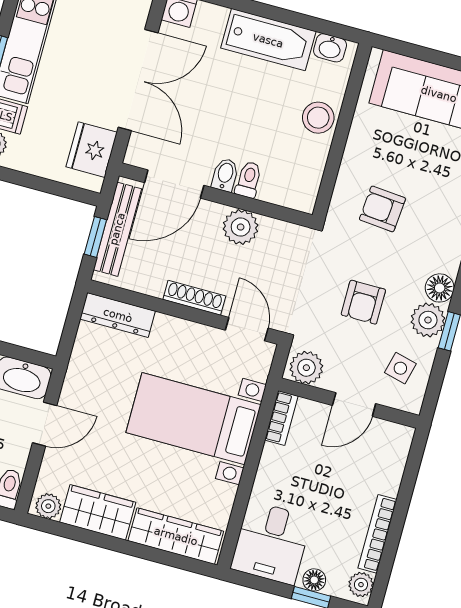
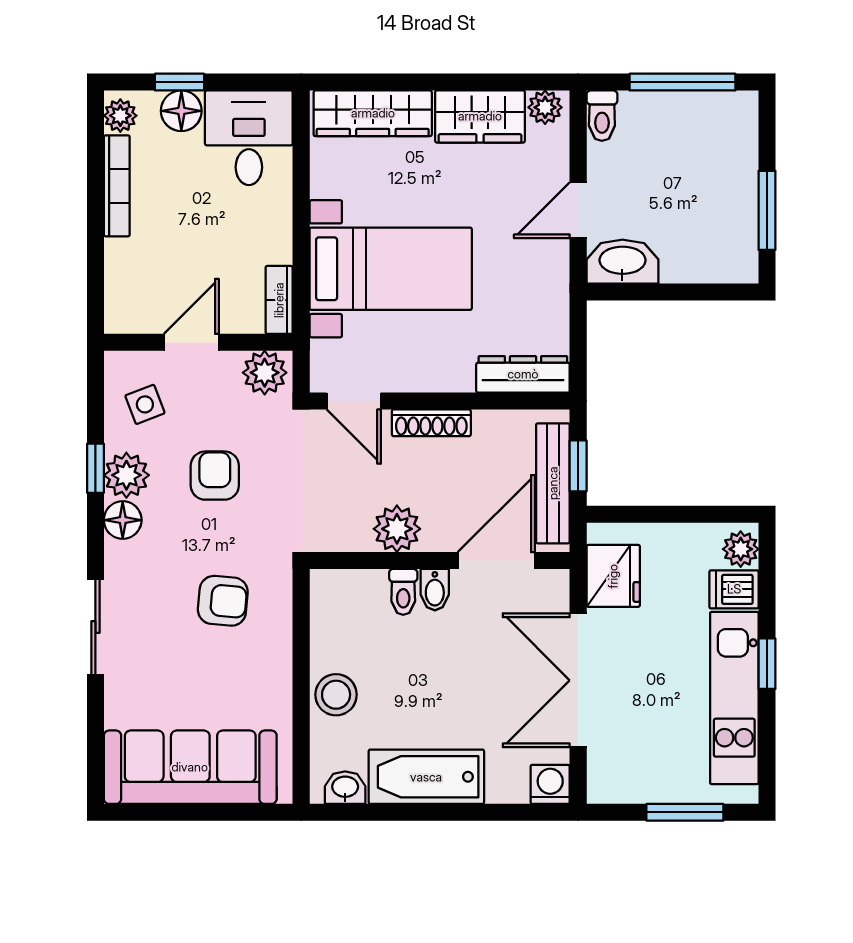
side table: (400, 368) -> (145, 404), turned -35
floor lamp: (314, 580) -> (181, 111), width x1.37, depth x1.37

